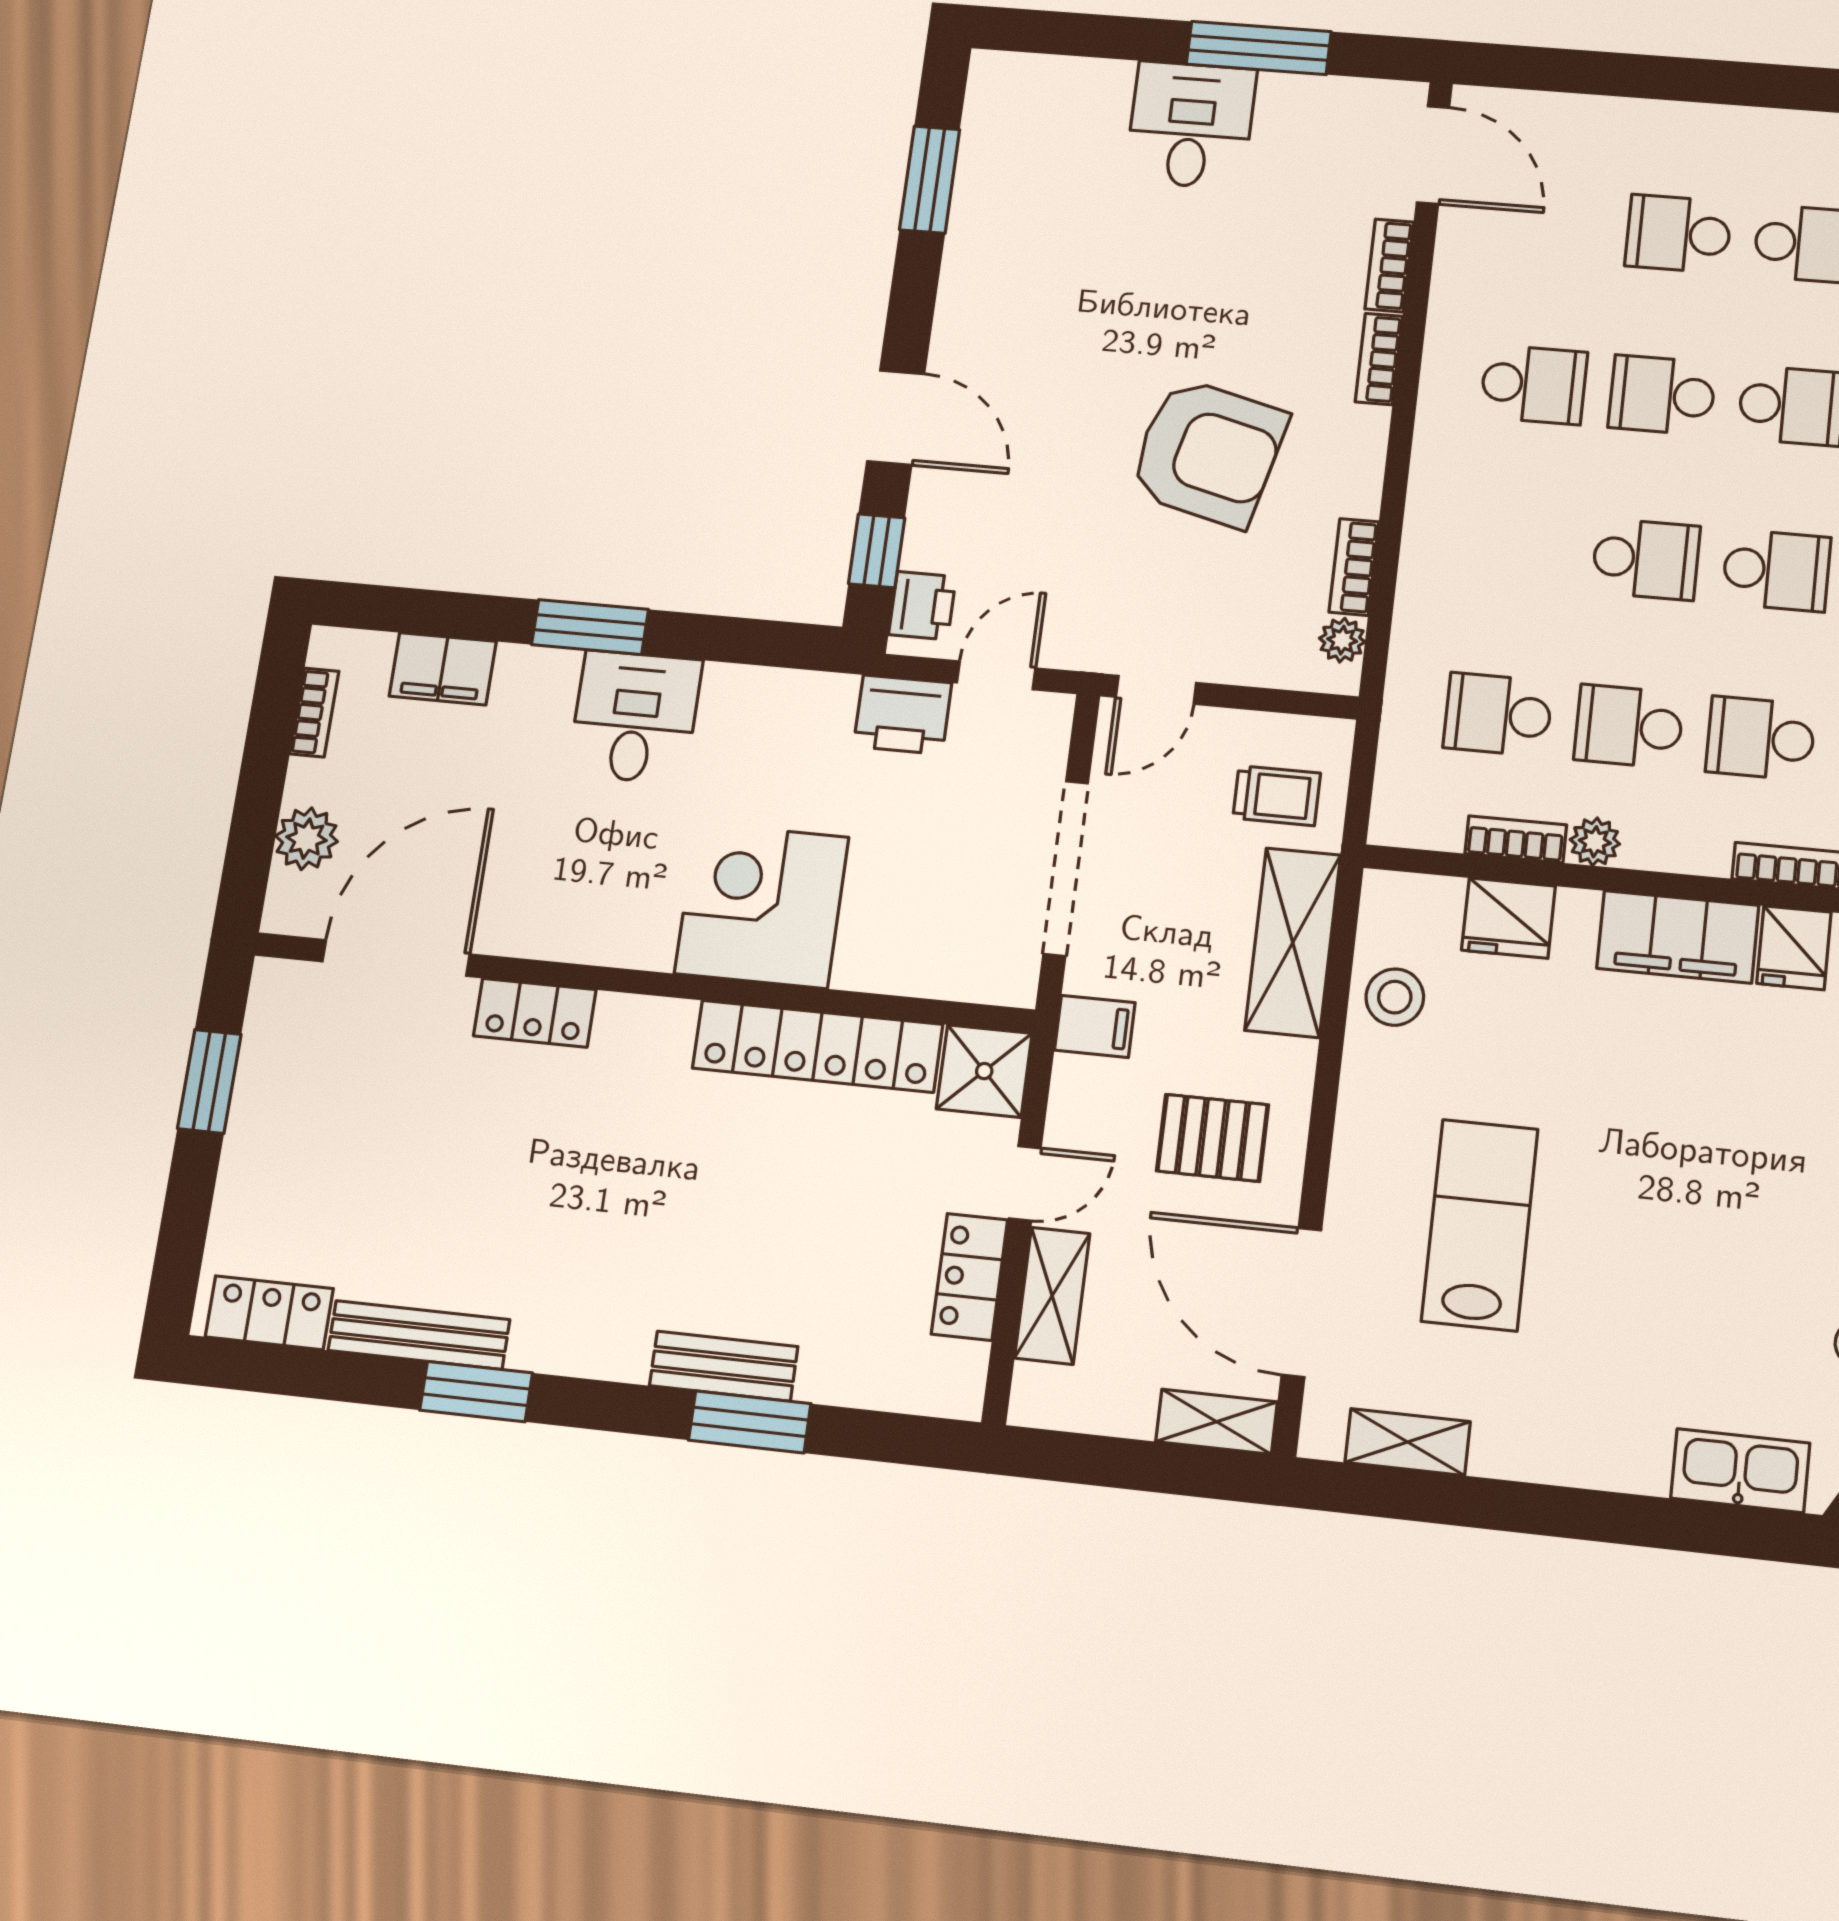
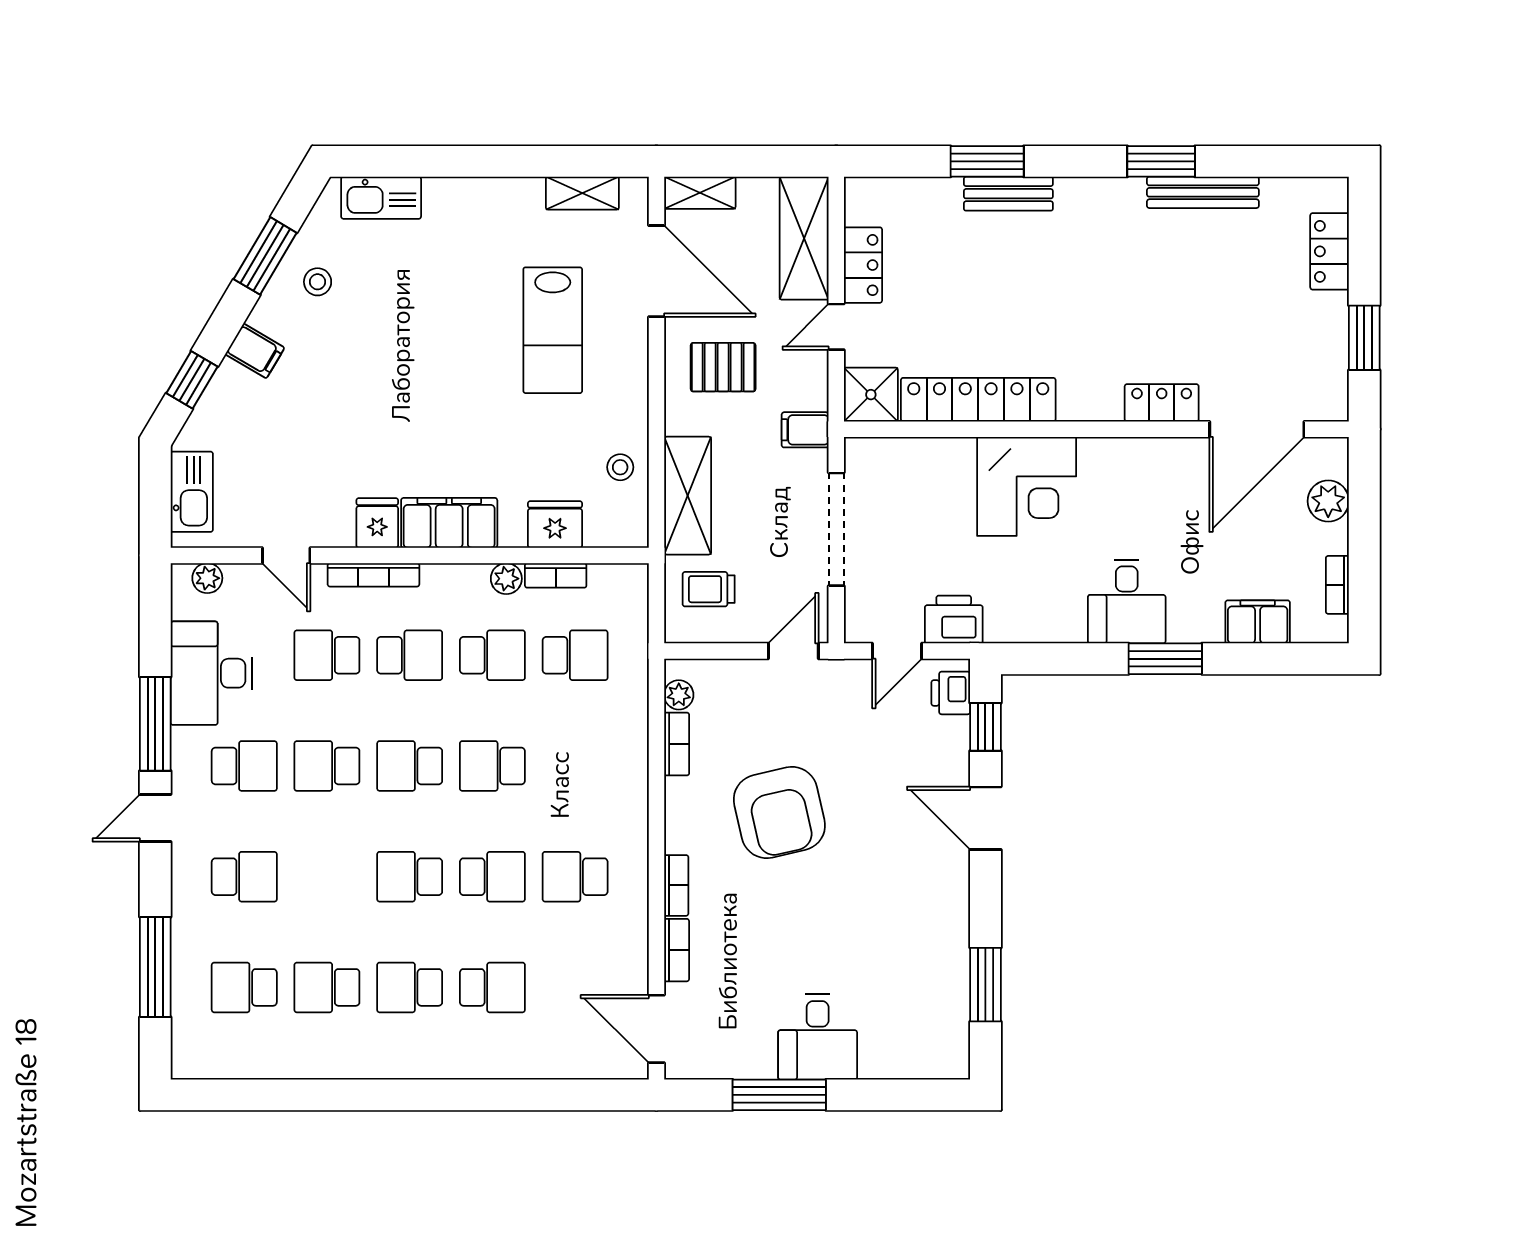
armchair: (1208, 452) -> (779, 813), turned -117
stool: (1395, 997) -> (620, 467), width x0.73, depth x0.73
shelving: (1052, 1296) -> (804, 238), width x1.50, depth x1.33
locker: (269, 1313) -> (1330, 251), moved, turned 90

